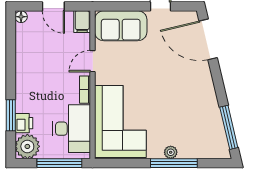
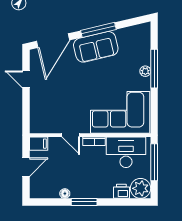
floor lamp: (21, 17) -> (65, 194), moved
sofa: (121, 26) -> (96, 47), moved, turned 77
window: (11, 115) -> (84, 202), moved
window: (229, 127) -> (98, 30), moved

